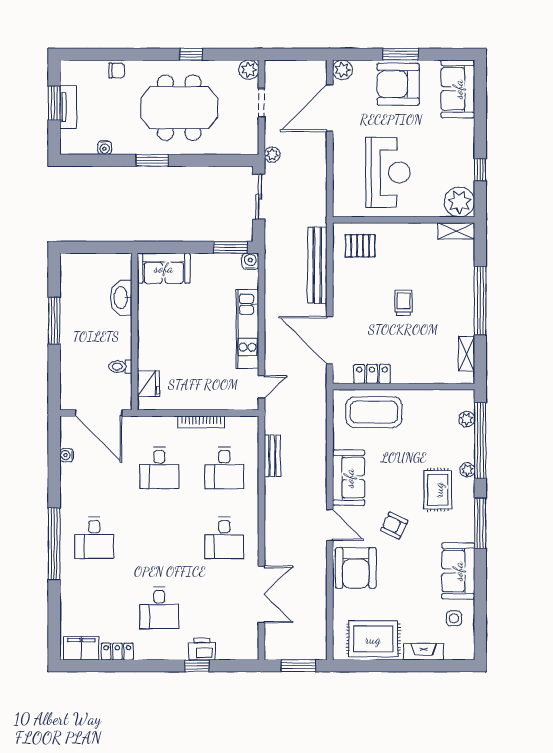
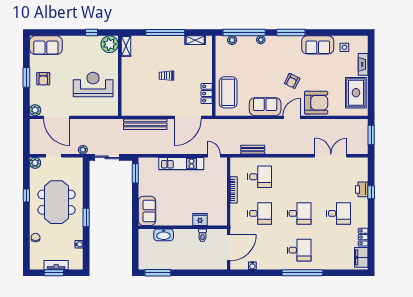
armchair: (398, 84) -> (43, 79), width x0.53, depth x0.53
pallet: (360, 246) -> (134, 100), removed
water cooler: (250, 261) -> (143, 162), removed
window: (54, 320) -> (158, 273), moved
fridge: (148, 384) -> (200, 220), moved
rug: (438, 490) -> (272, 56), removed
desk: (224, 538) -> (299, 213), moved

